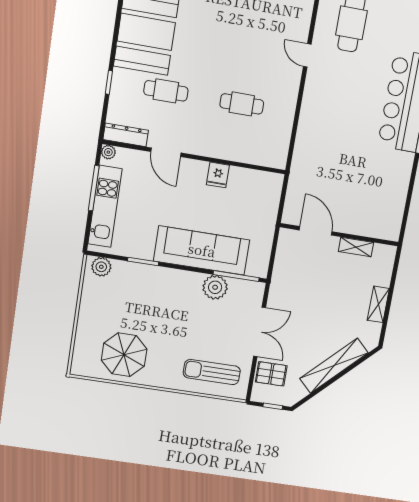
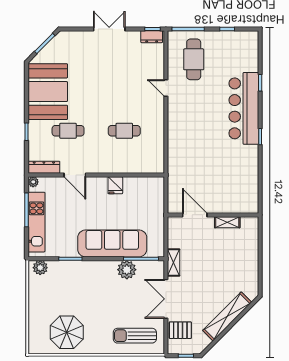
shelving: (378, 304) -> (174, 263), moved
double door: (260, 332) -> (166, 299), swing flipped

